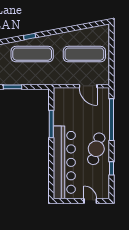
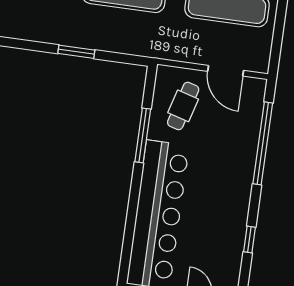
cafe table: (96, 149) -> (183, 106), moved, width x0.73, depth x0.74

